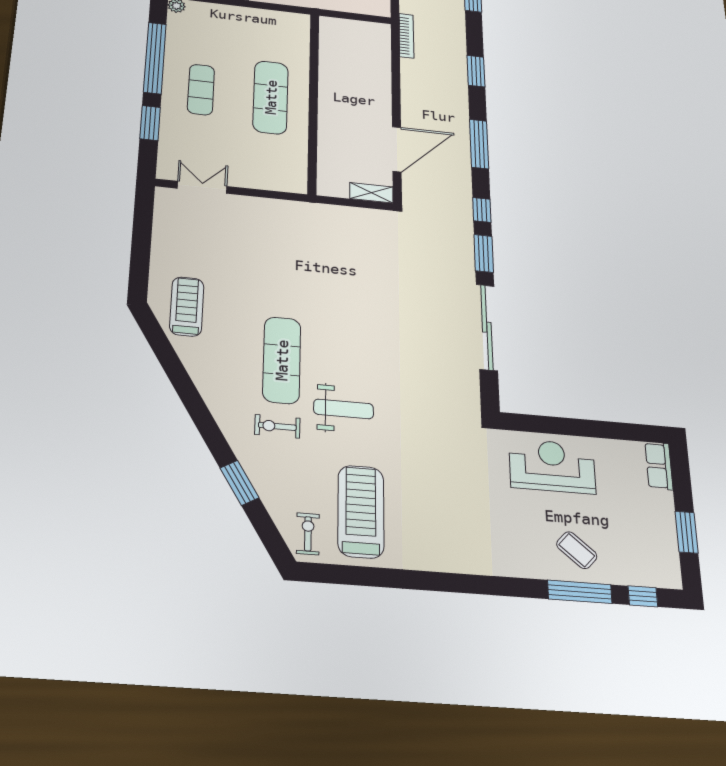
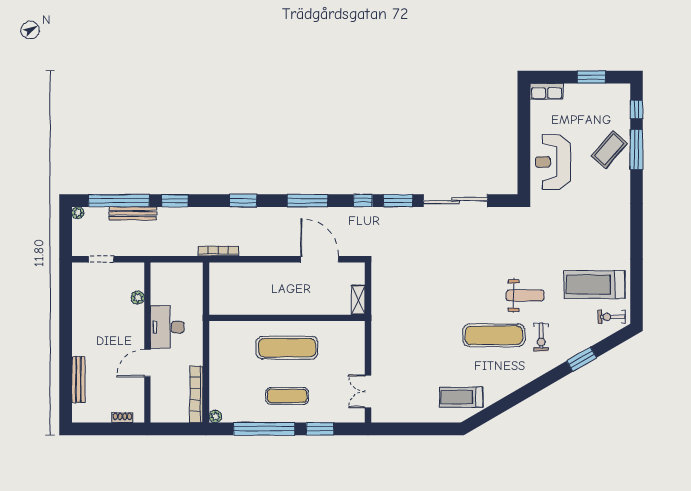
shelving: (371, 193) -> (358, 300), moved
weight bench: (344, 409) -> (525, 296), turned 90
coffee table: (577, 550) -> (609, 150), width x1.36, depth x1.30

